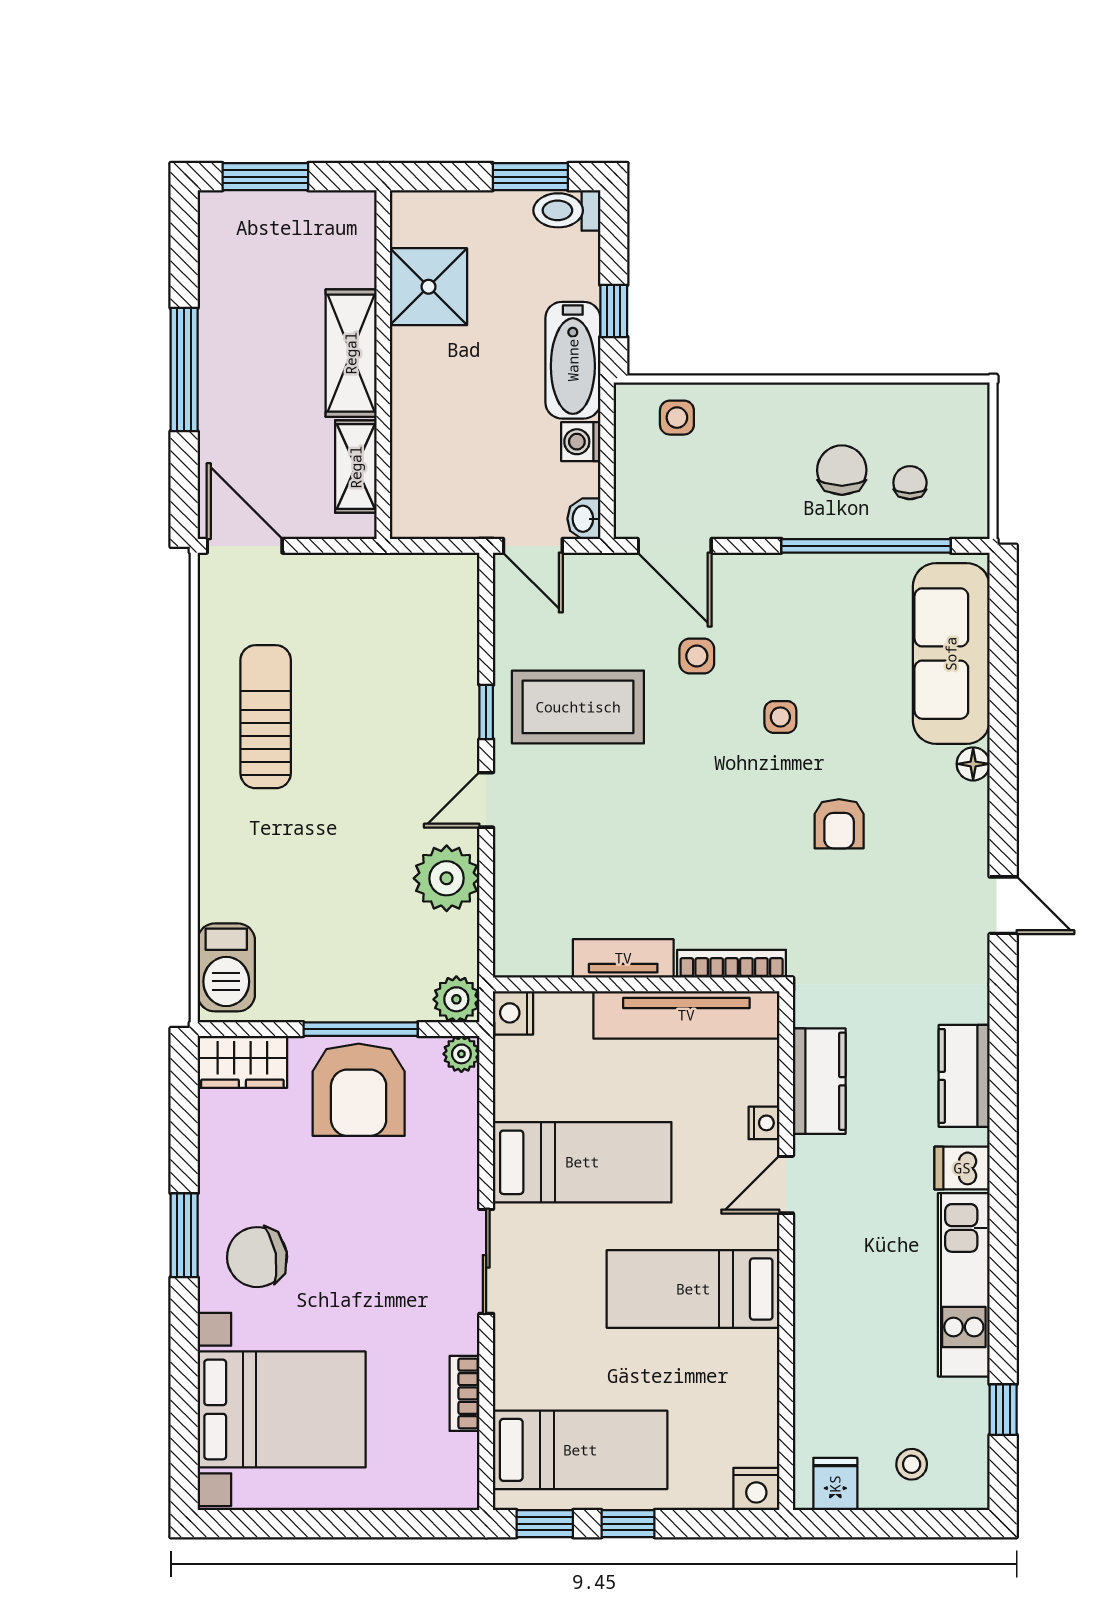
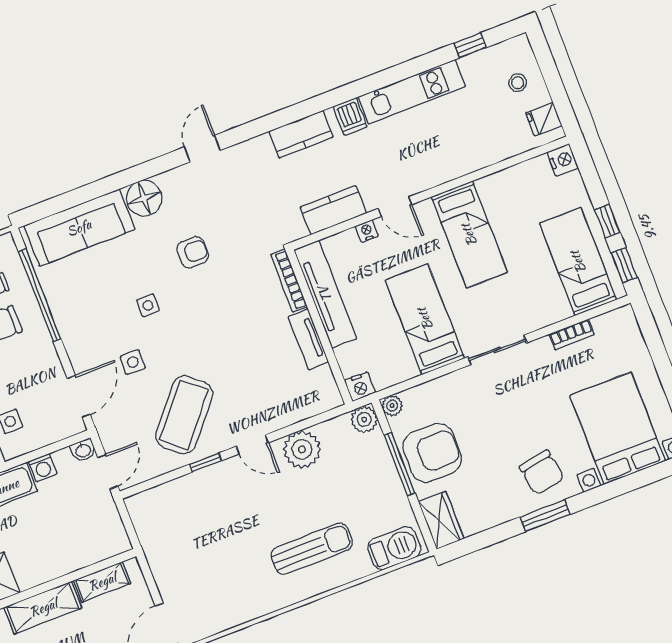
coffee table: (578, 707) -> (184, 415), turned 40
sun lounger: (266, 717) -> (312, 549), moved, turned 180
floor lamp: (973, 764) -> (144, 198), width x1.89, depth x1.89

